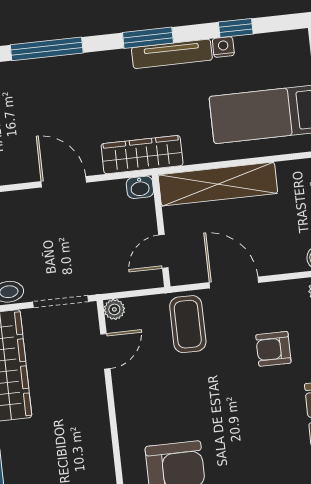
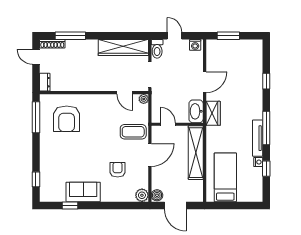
window: (148, 38) -> (266, 128), width x1.44
window: (47, 49) -> (266, 81), width x0.46
wardrobe: (142, 155) -> (213, 113), width x0.67
washbasin: (140, 187) -> (196, 111), width x1.91, depth x1.45

